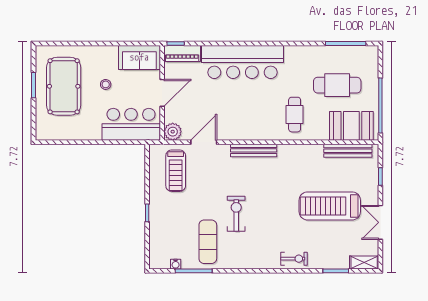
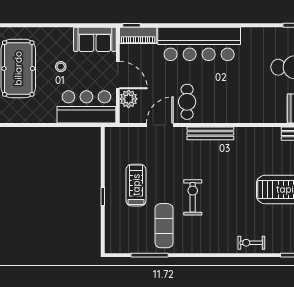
door: (162, 93) -> (118, 75), hinge flipped
cafe table: (295, 115) -> (187, 102), moved
plant: (173, 132) -> (129, 99), moved
treadmill: (176, 171) -> (136, 185), moved, turned 180
exercise bike: (294, 259) -> (251, 243), turned 180
water cooler: (176, 264) -> (131, 248), removed

